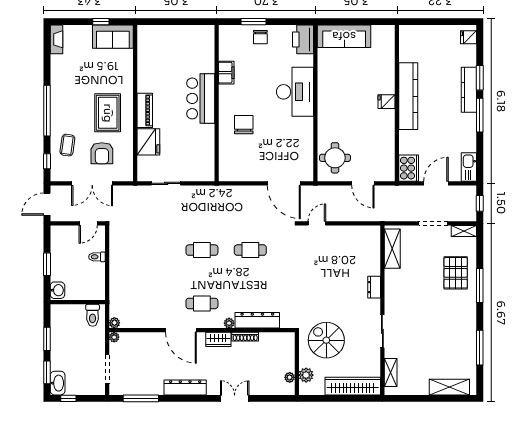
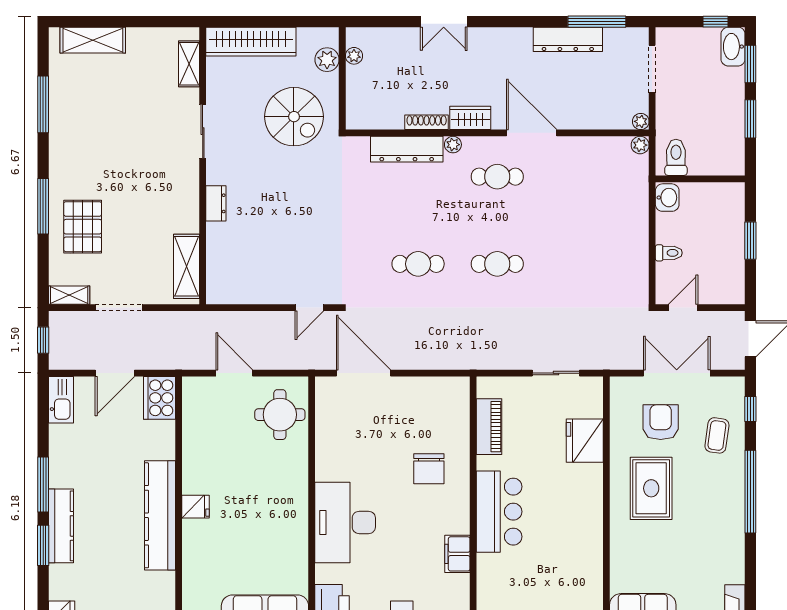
piano: (145, 110) -> (489, 427), moved, turned 180
washbasin: (57, 290) -> (667, 198), moved, turned 180
dresser: (185, 387) -> (568, 39), moved

